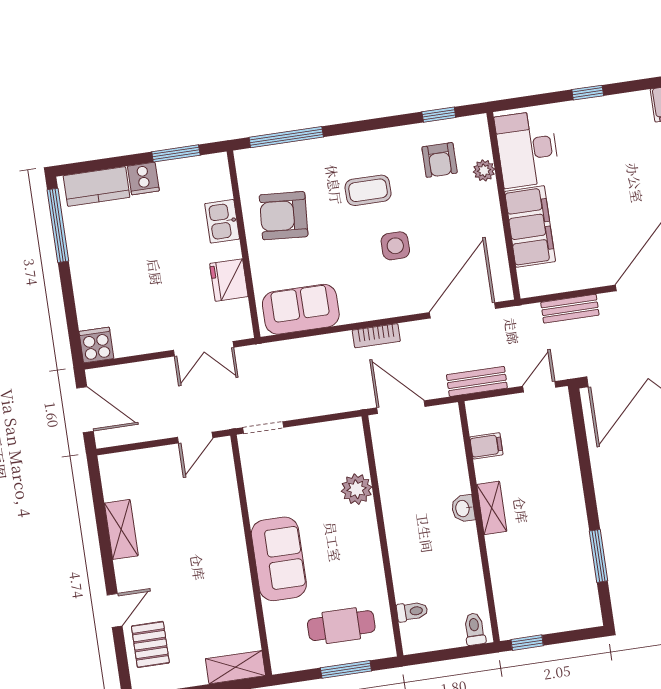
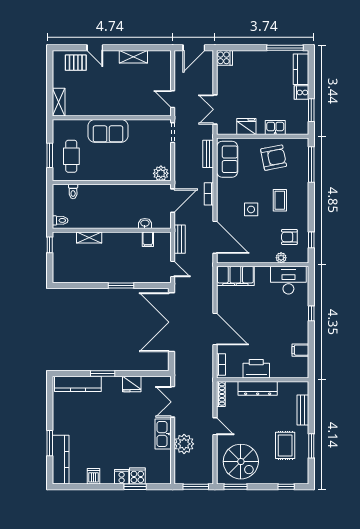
armchair: (284, 216) -> (274, 158), turned 75
filing cabinet: (530, 226) -> (235, 276), moved
bench: (570, 309) -> (208, 154), moved
plant: (357, 489) -> (161, 173), moved
washbasin: (463, 508) -> (145, 223), moved
shelving: (492, 508) -> (89, 237), moved
window: (598, 556) -> (121, 286), moved

